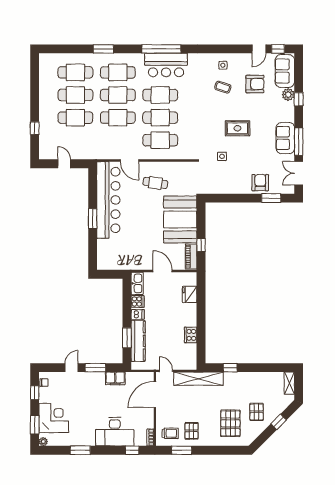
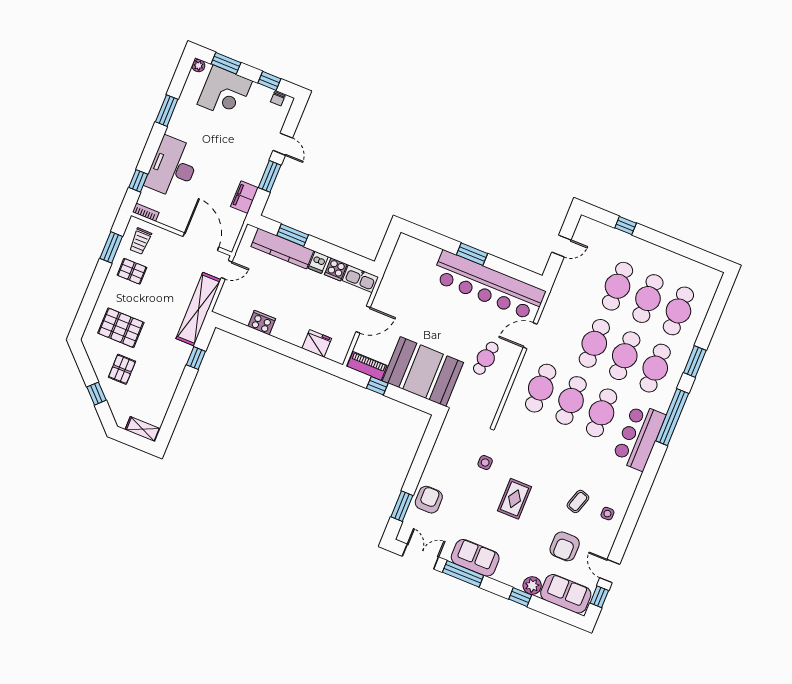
window: (161, 49) -> (672, 417), moved
armchair: (260, 183) -> (429, 500), turned -90
pallet: (257, 412) -> (122, 369), turned 90

